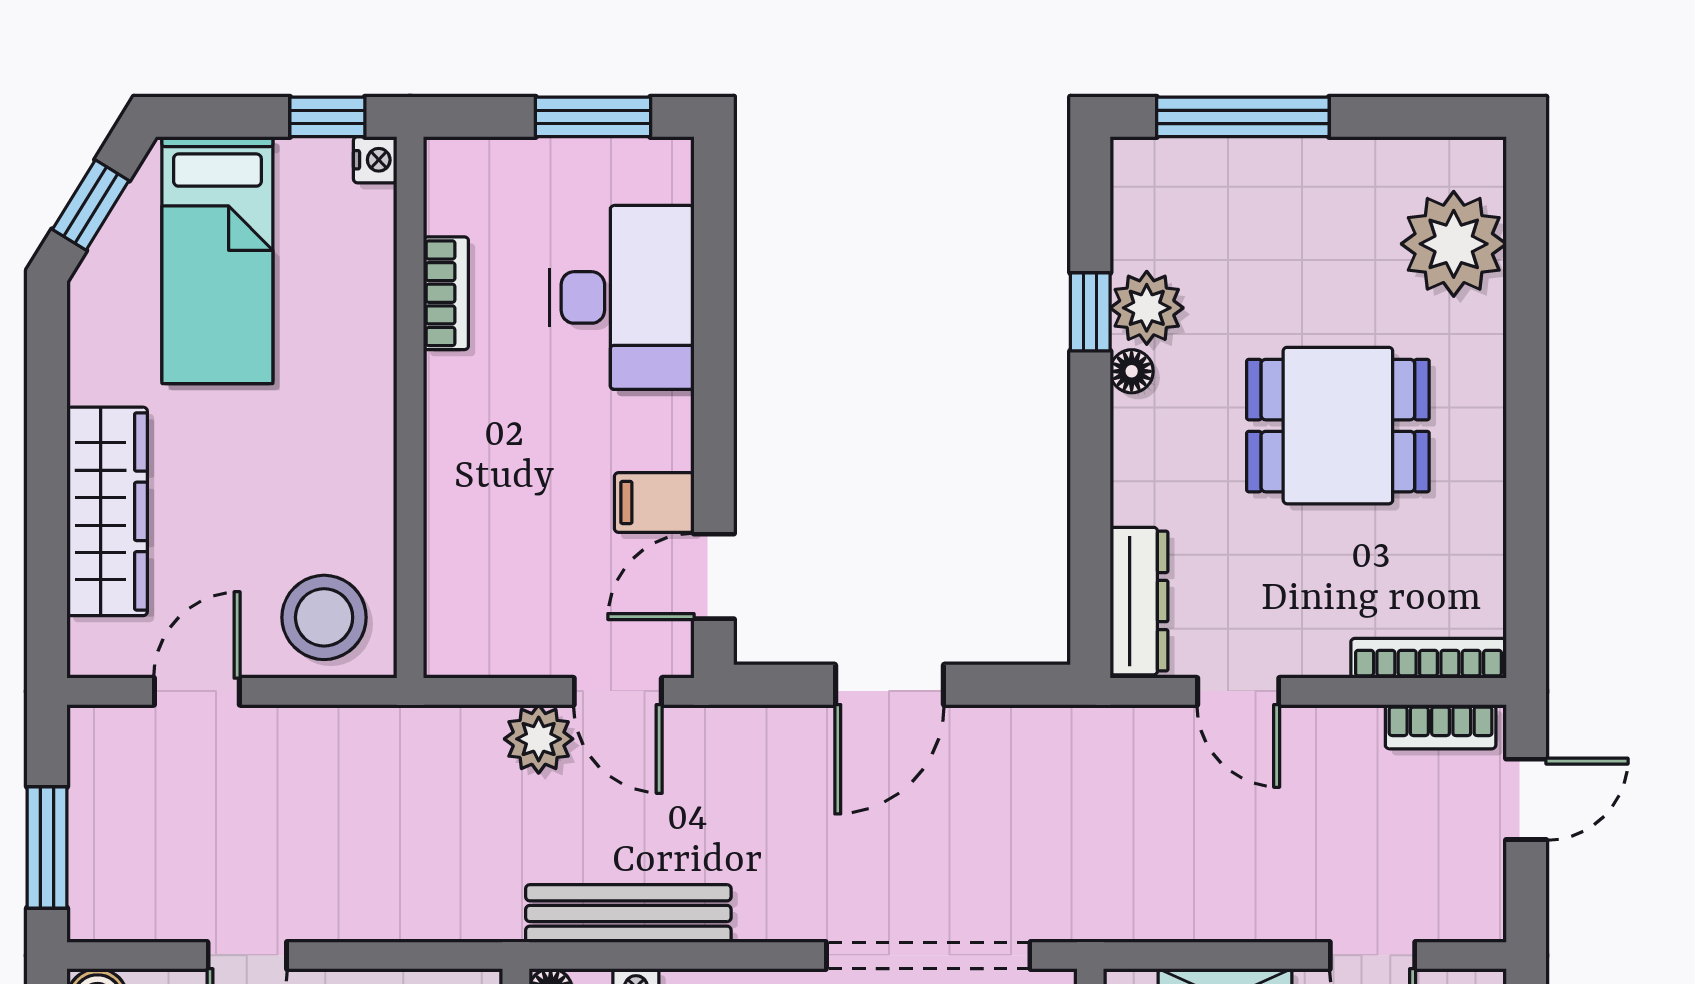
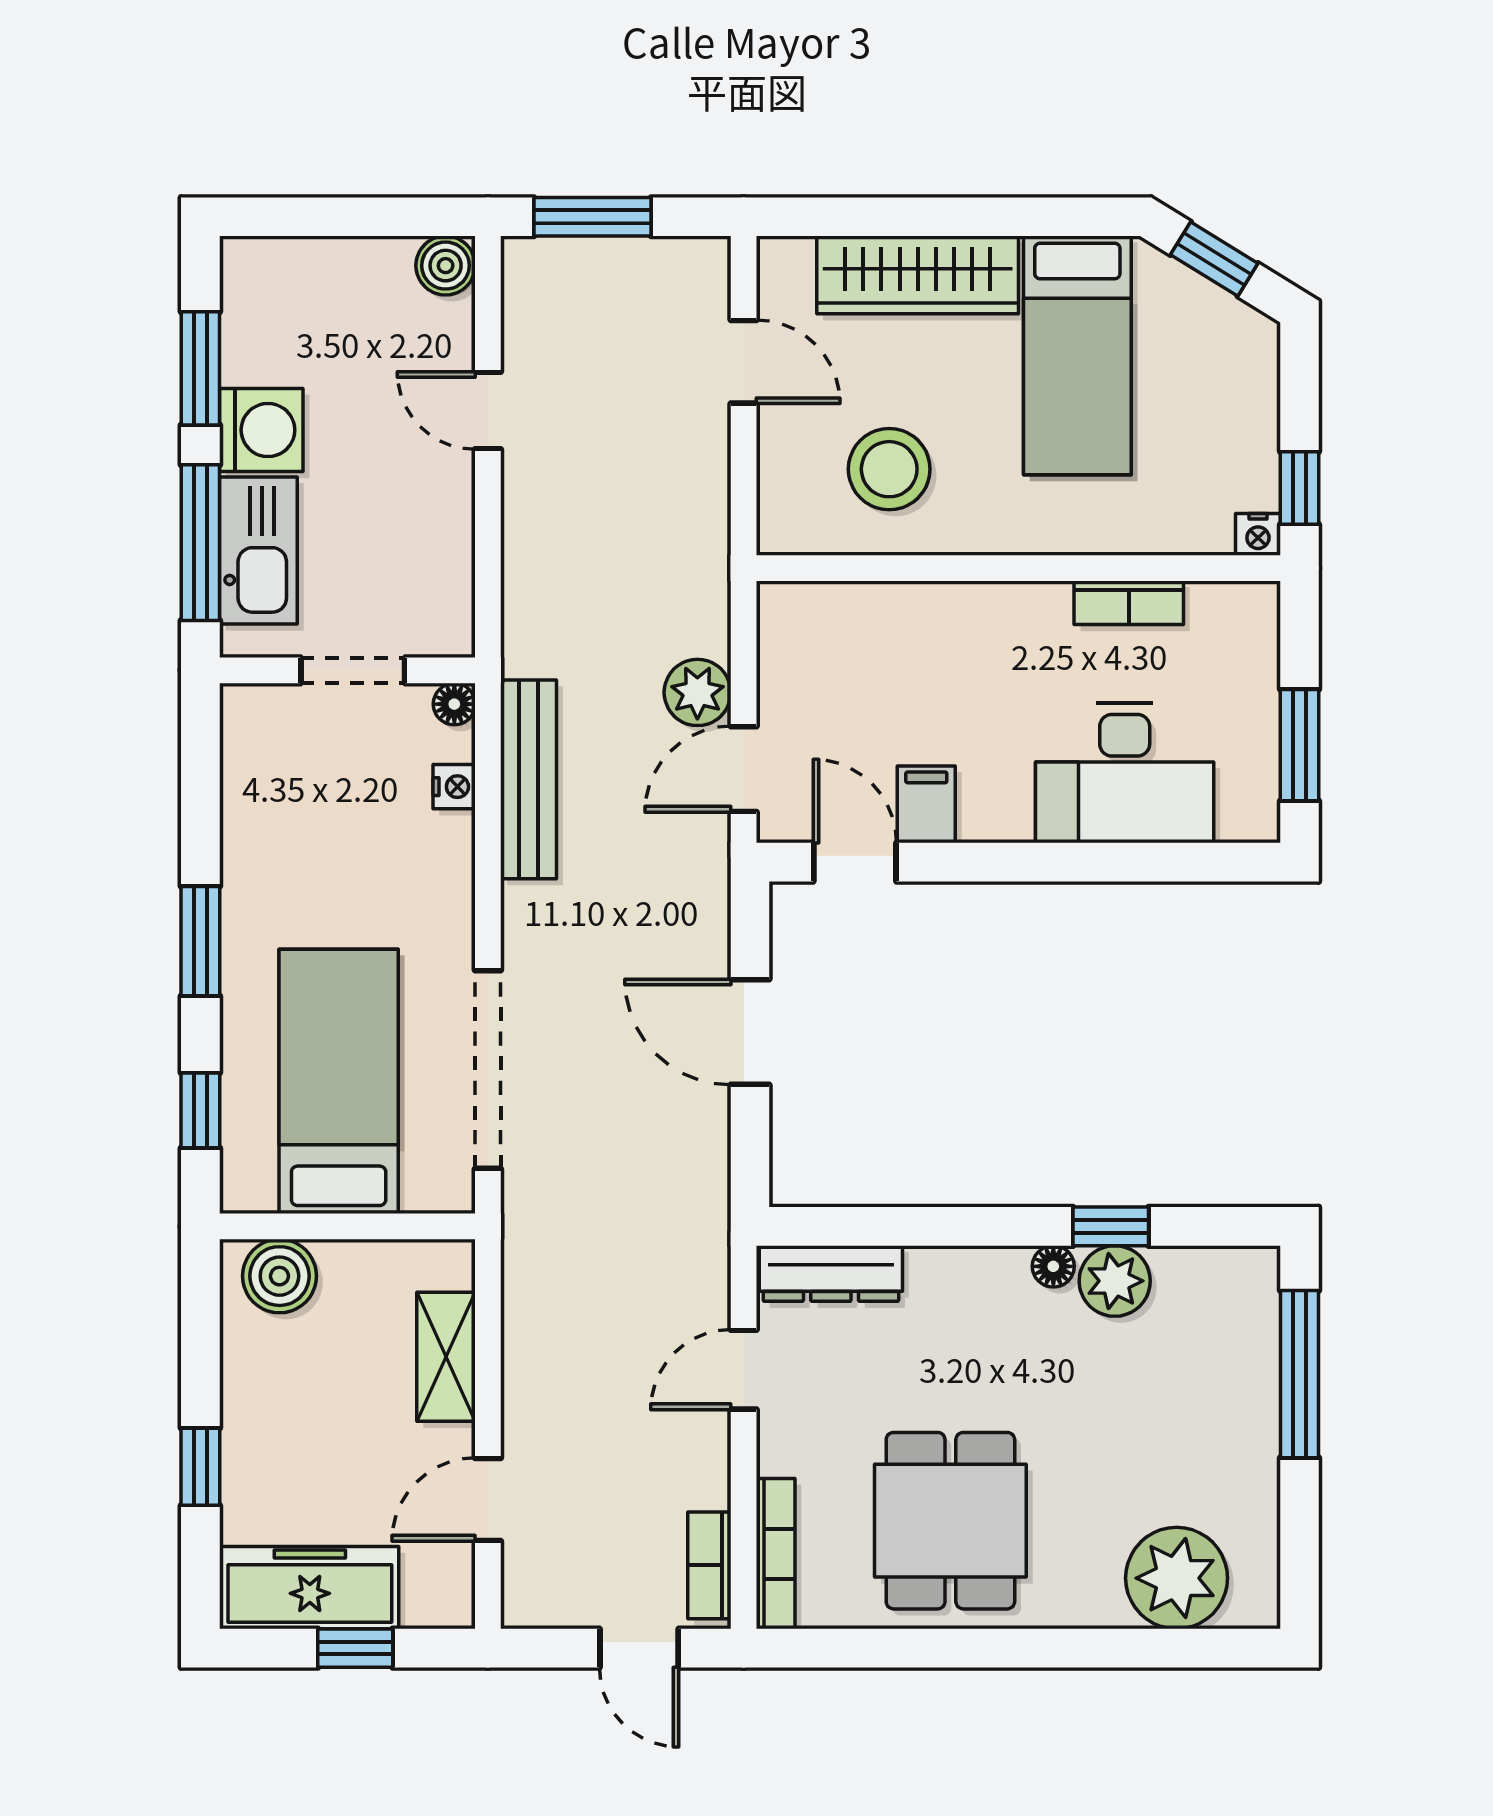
bed: (217, 260) -> (1077, 355), moved, turned -90
dining table: (1338, 426) -> (950, 1521), moved
stool: (324, 617) -> (889, 469), moved

